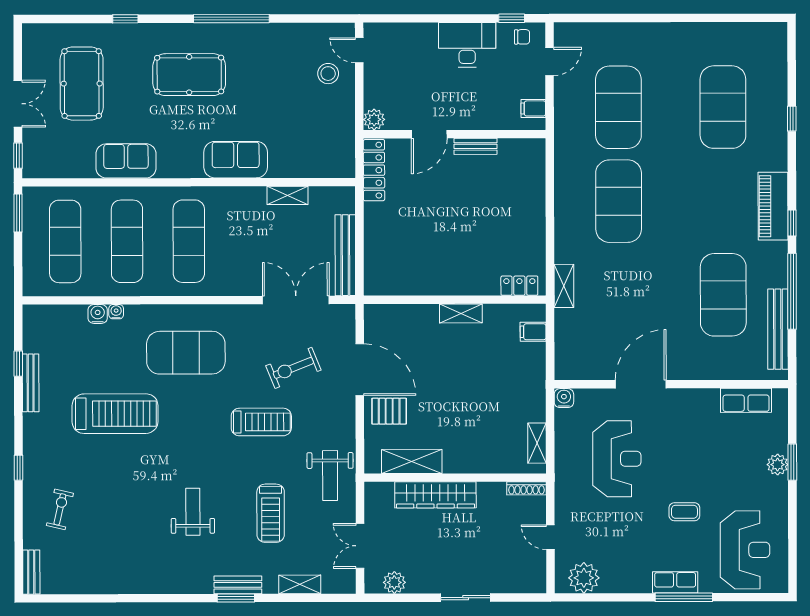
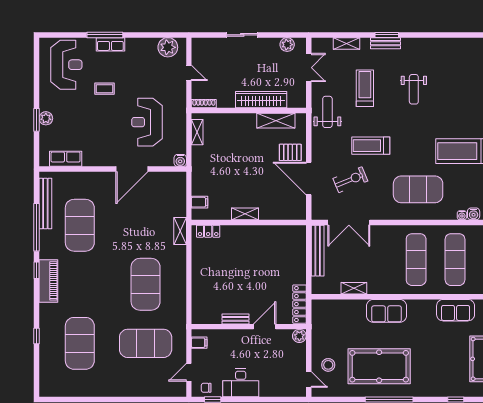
pool table: (189, 75) -> (379, 366), moved, width x1.36, depth x1.32
exercise mat: (618, 107) -> (146, 343), turned 90
reception desk: (745, 550) -> (66, 65), turned 180

